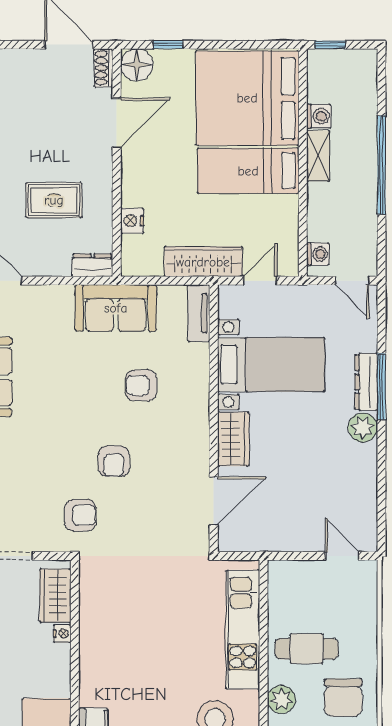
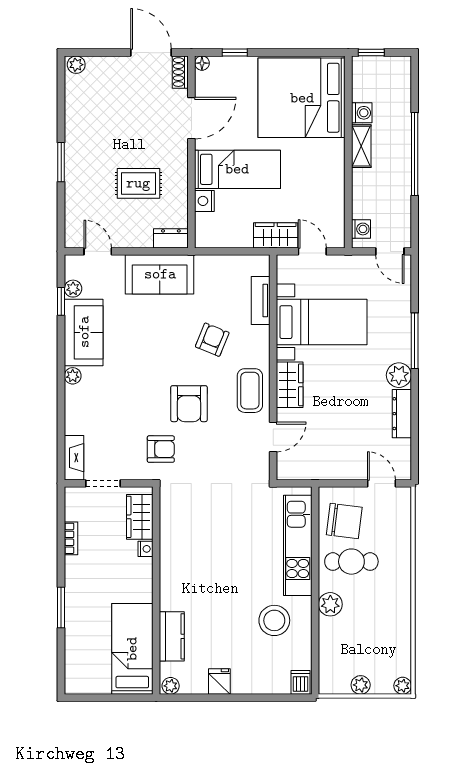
floor lamp: (137, 65) -> (202, 63), width x0.53, depth x0.53
bed: (248, 171) -> (237, 169), moved, turned 180
wardrobe: (203, 262) -> (276, 235), width x0.67
door: (260, 281) -> (312, 251), hinge flipped
sofa: (116, 308) -> (160, 274), moved
tv unit: (199, 313) -> (261, 300), moved
dresser: (366, 382) -> (402, 414), moved
armchair: (141, 385) -> (212, 340), turned 112
coffee table: (186, 446) -> (250, 391), added
armchair: (114, 461) -> (189, 404), width x1.38, depth x1.38
door: (214, 501) -> (273, 437), width x0.73
chair: (343, 698) -> (344, 521), moved, turned -83

